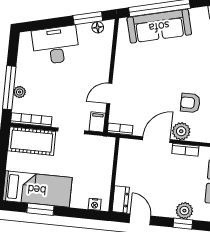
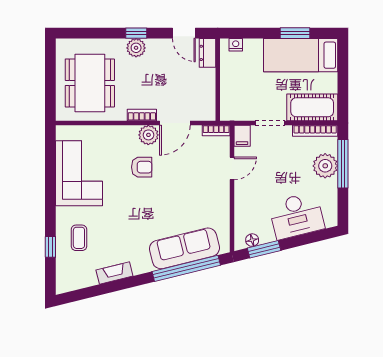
plant: (20, 92) -> (325, 166), width x1.88, depth x1.88

